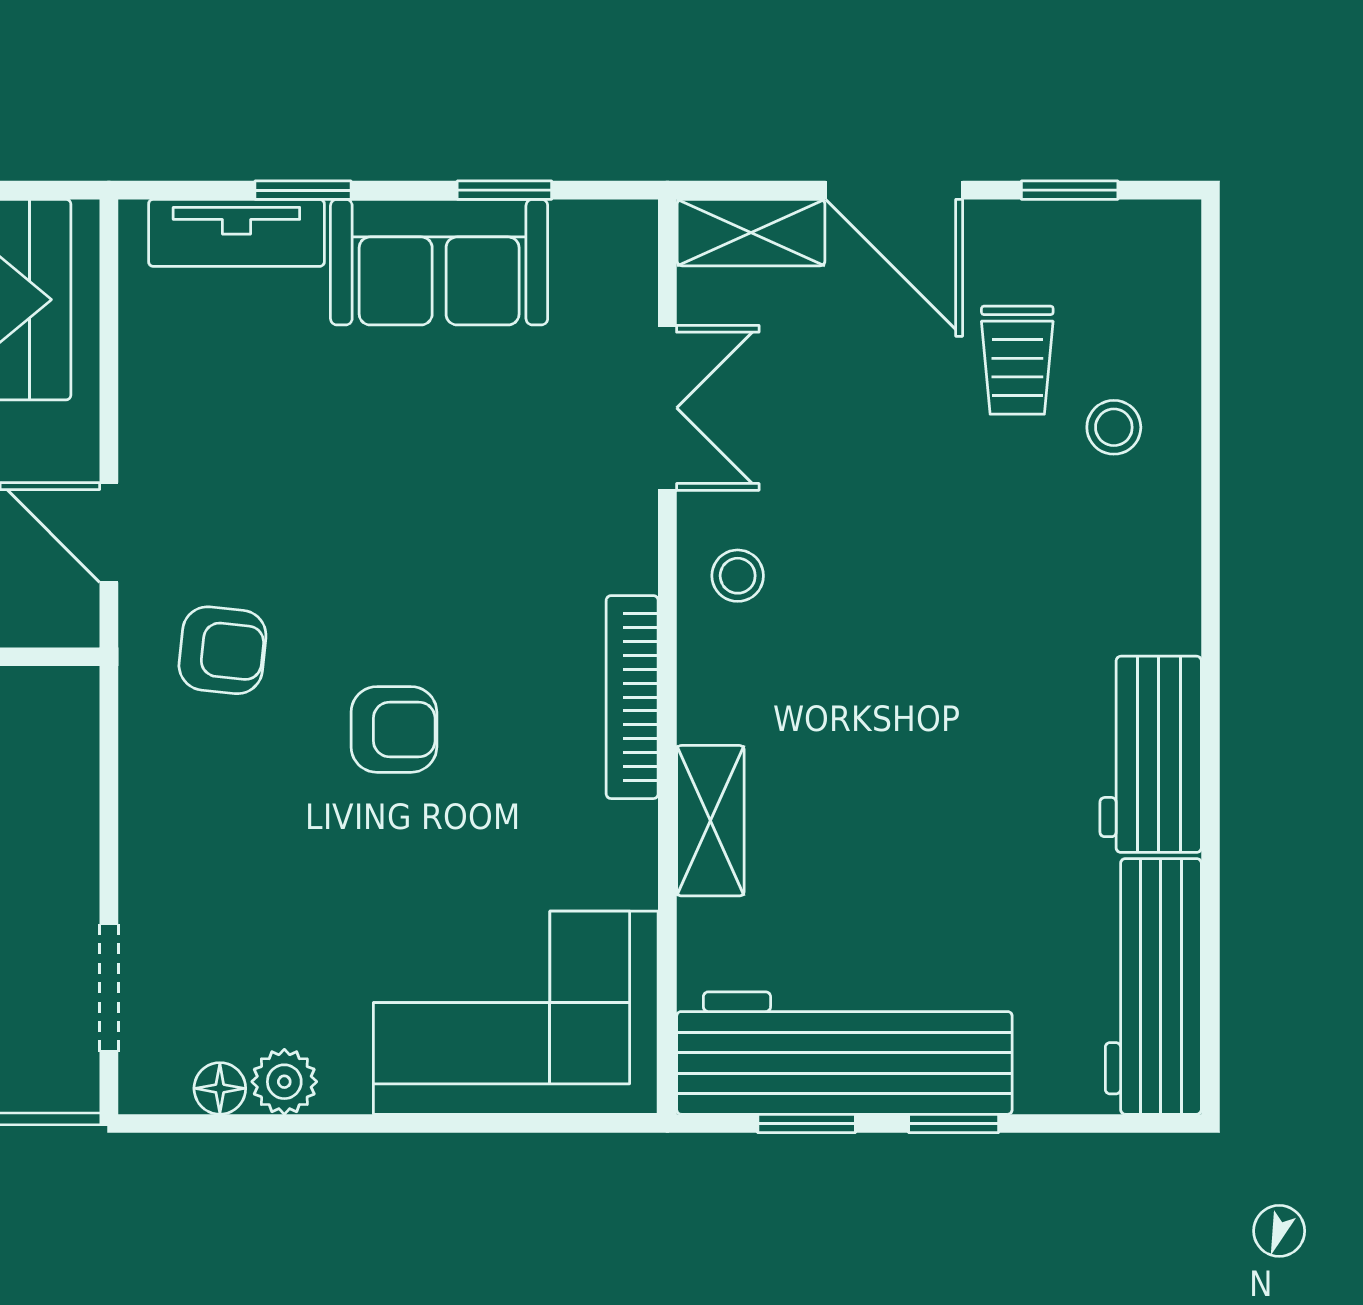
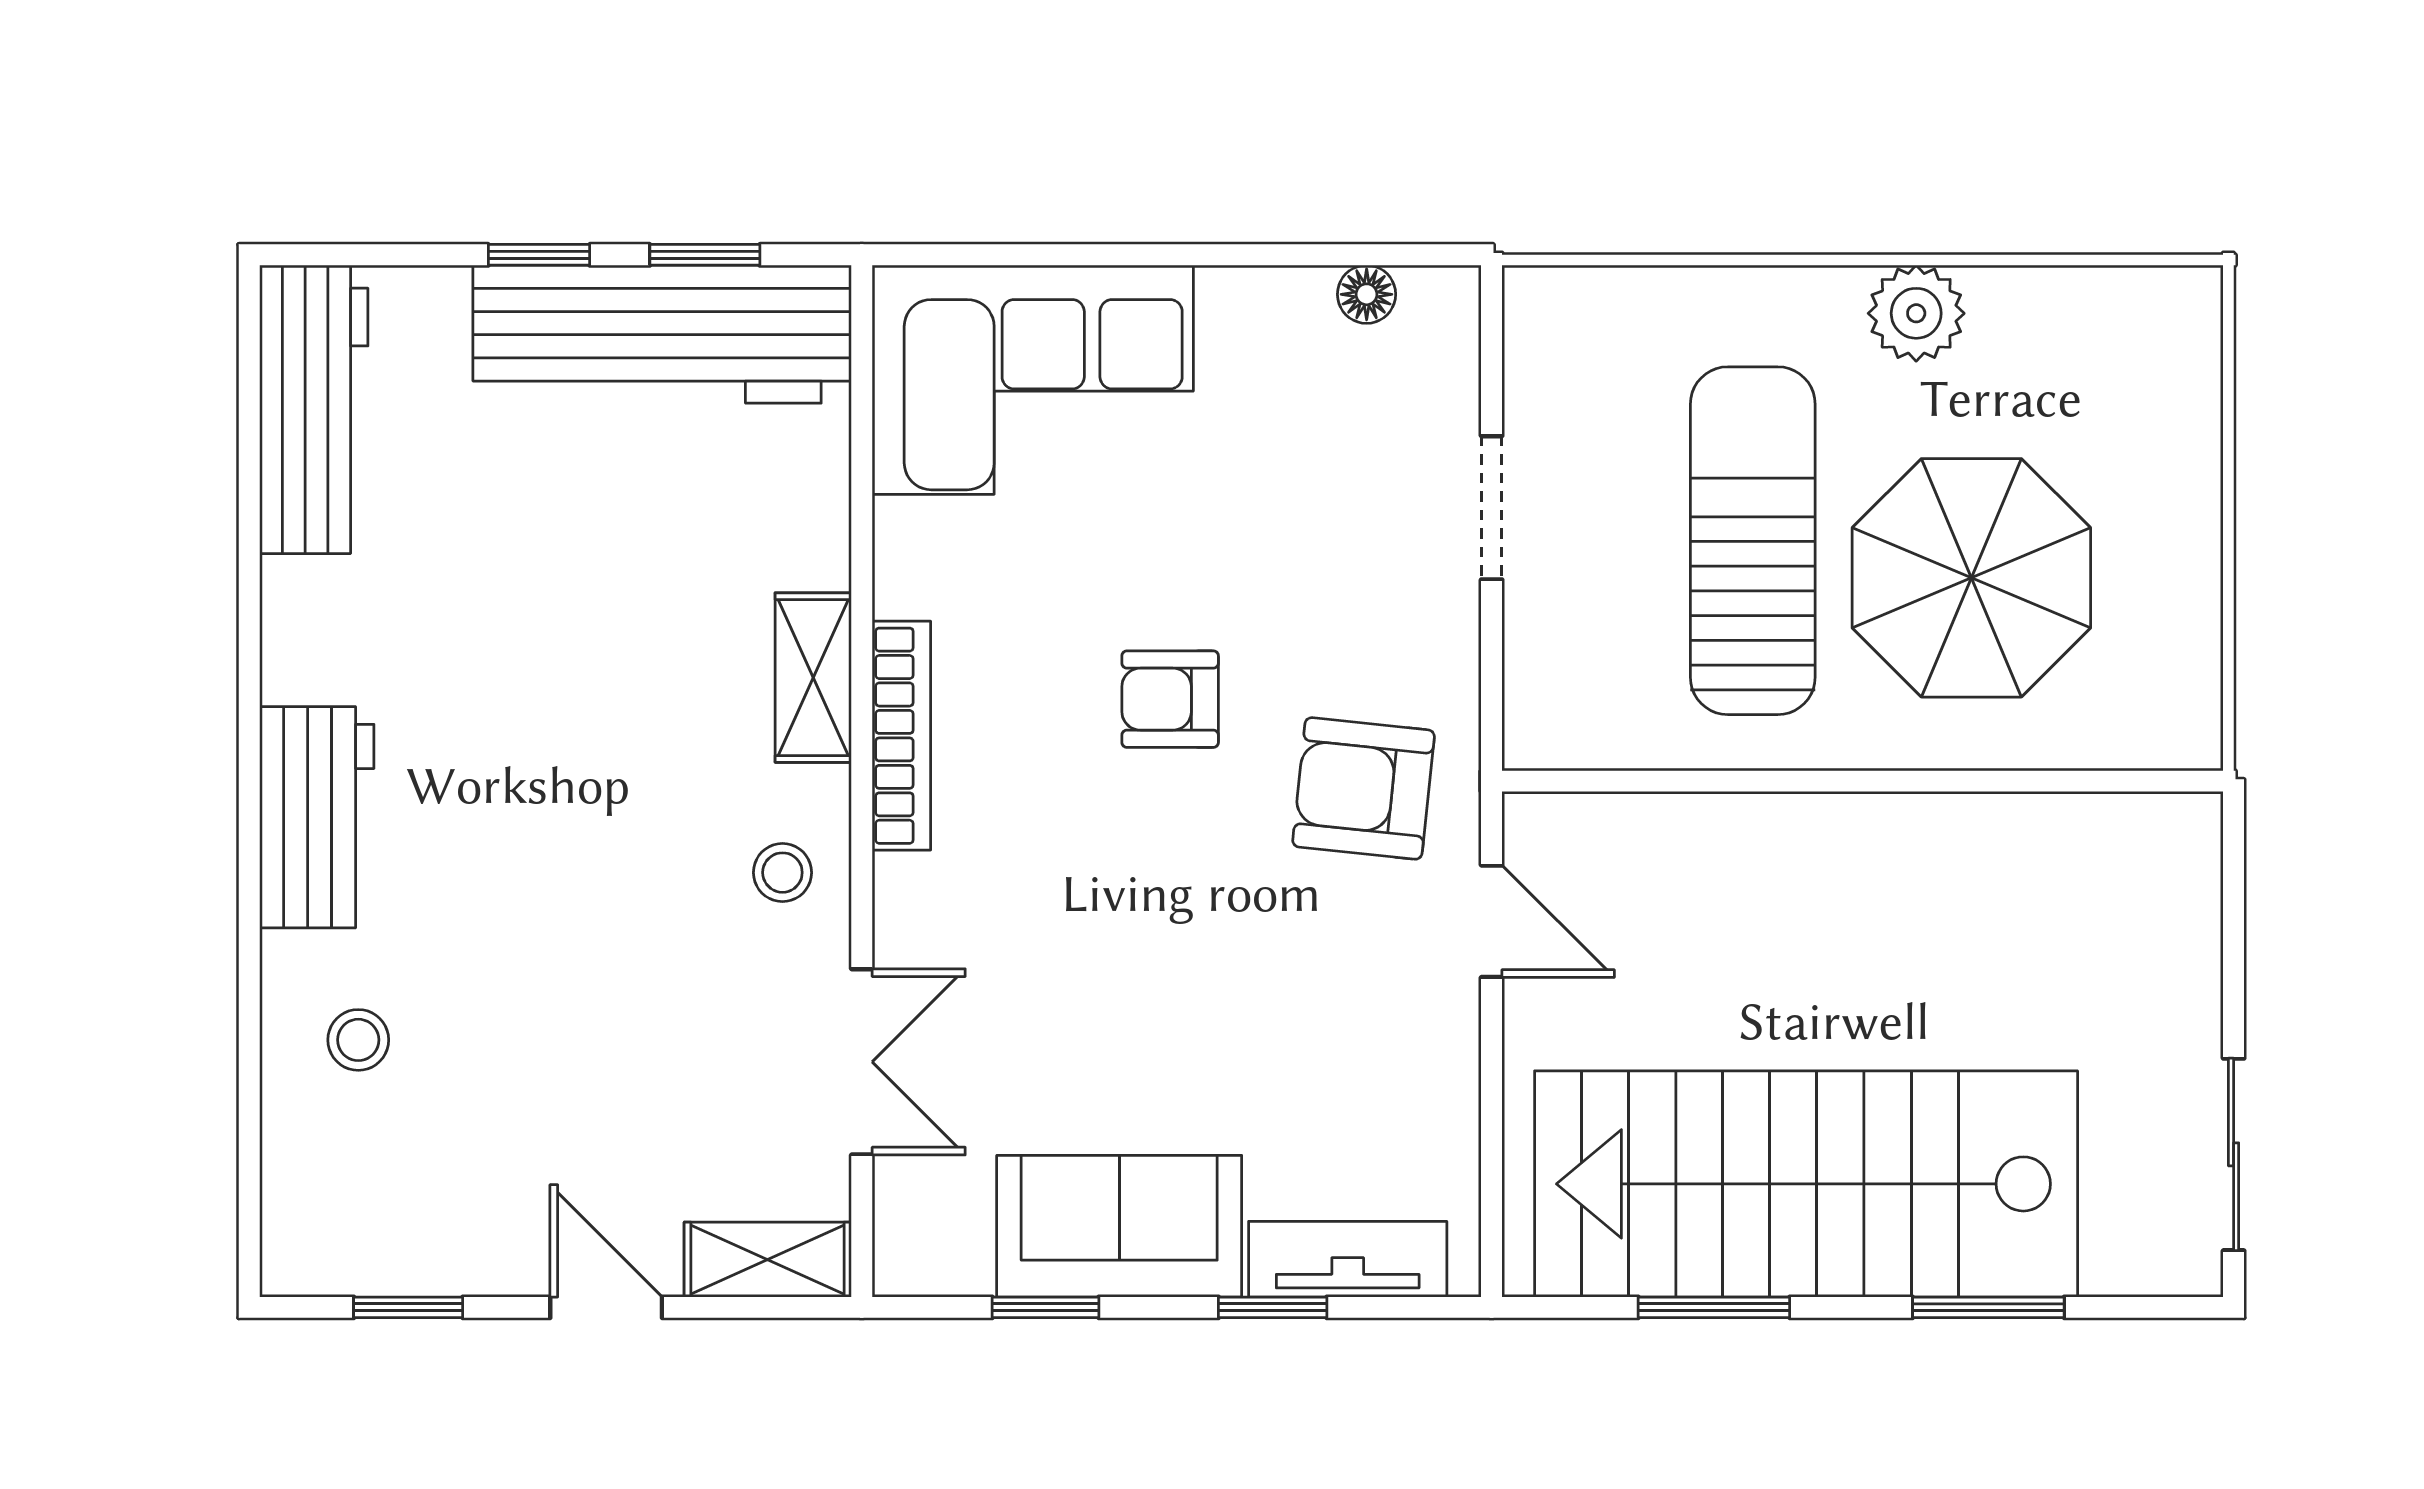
door: (894, 190) -> (606, 1307), width x0.73
trolley: (1017, 360) -> (467, 1116), removed
double door: (667, 408) -> (862, 1062), swing flipped
armchair: (222, 650) -> (1364, 788), width x1.38, depth x1.38
workbench: (1151, 754) -> (317, 817), moved
shelving: (710, 821) -> (813, 678), moved
doorway: (109, 988) -> (1492, 508), moved
plant: (284, 1082) -> (1294, 302), removed

